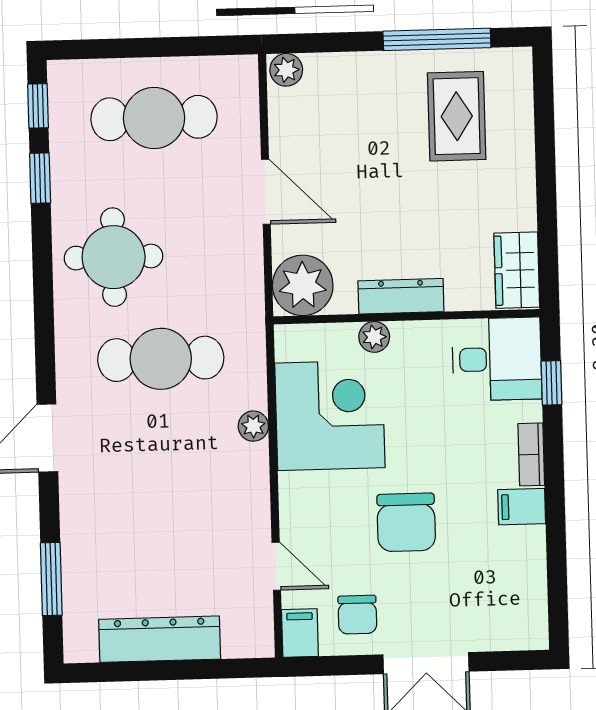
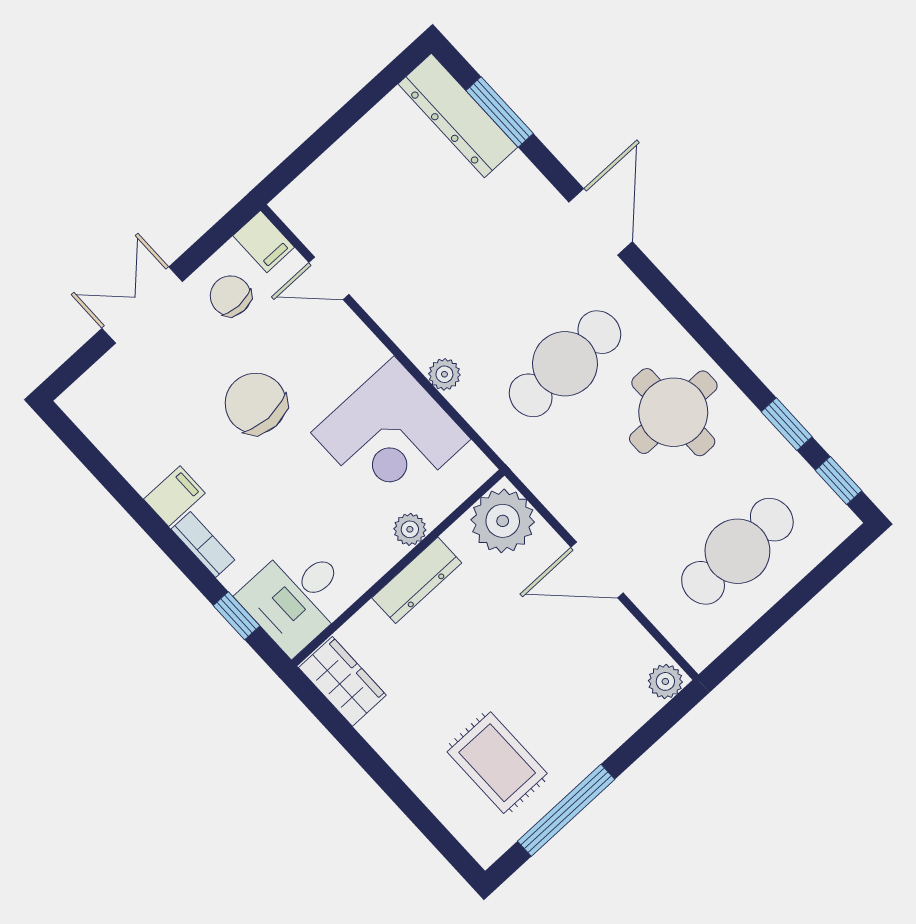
dresser: (160, 639) -> (458, 116), moved, turned 90

